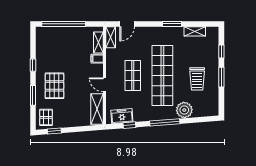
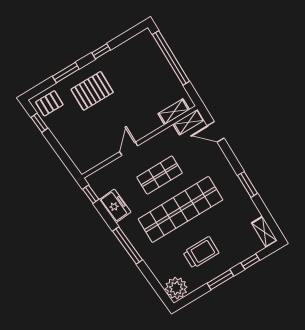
shelving: (195, 31) -> (264, 232), moved
filing cabinet: (97, 59) -> (154, 122), removed
trolley: (197, 79) -> (201, 253), turned 180
shelving: (97, 109) -> (95, 157), removed
plant: (184, 110) -> (176, 288), moved
freezer: (122, 116) -> (115, 206), moved
window: (129, 125) -> (91, 194), moved

